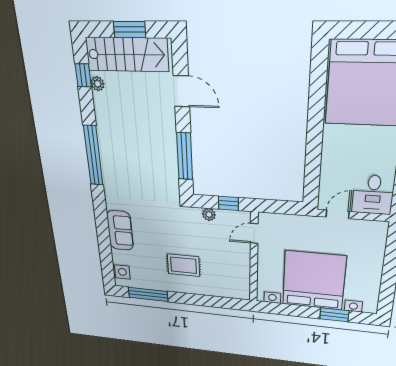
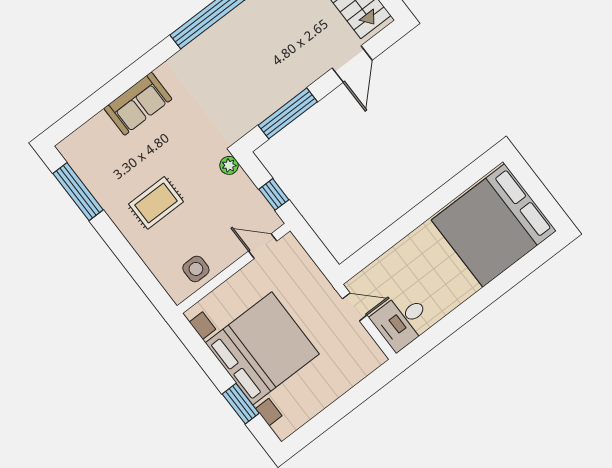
plant: (209, 214) -> (229, 165), moved
rug: (183, 265) -> (156, 203), turned 90
side table: (122, 272) -> (196, 269), moved

